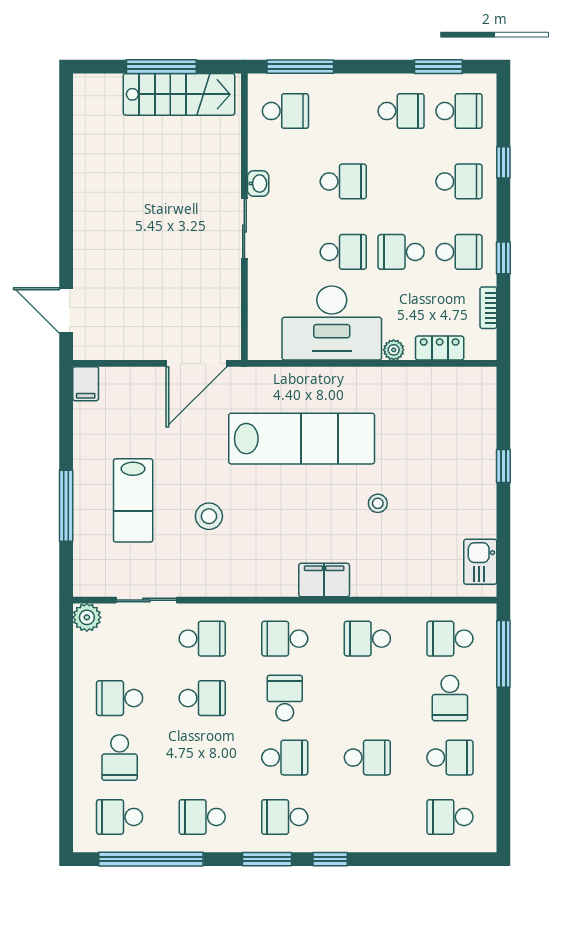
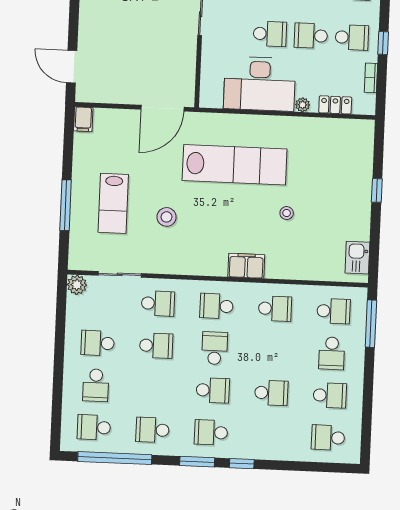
school desk: (367, 639) -> (275, 309), turned 180
school desk: (450, 639) -> (334, 311), turned 180

